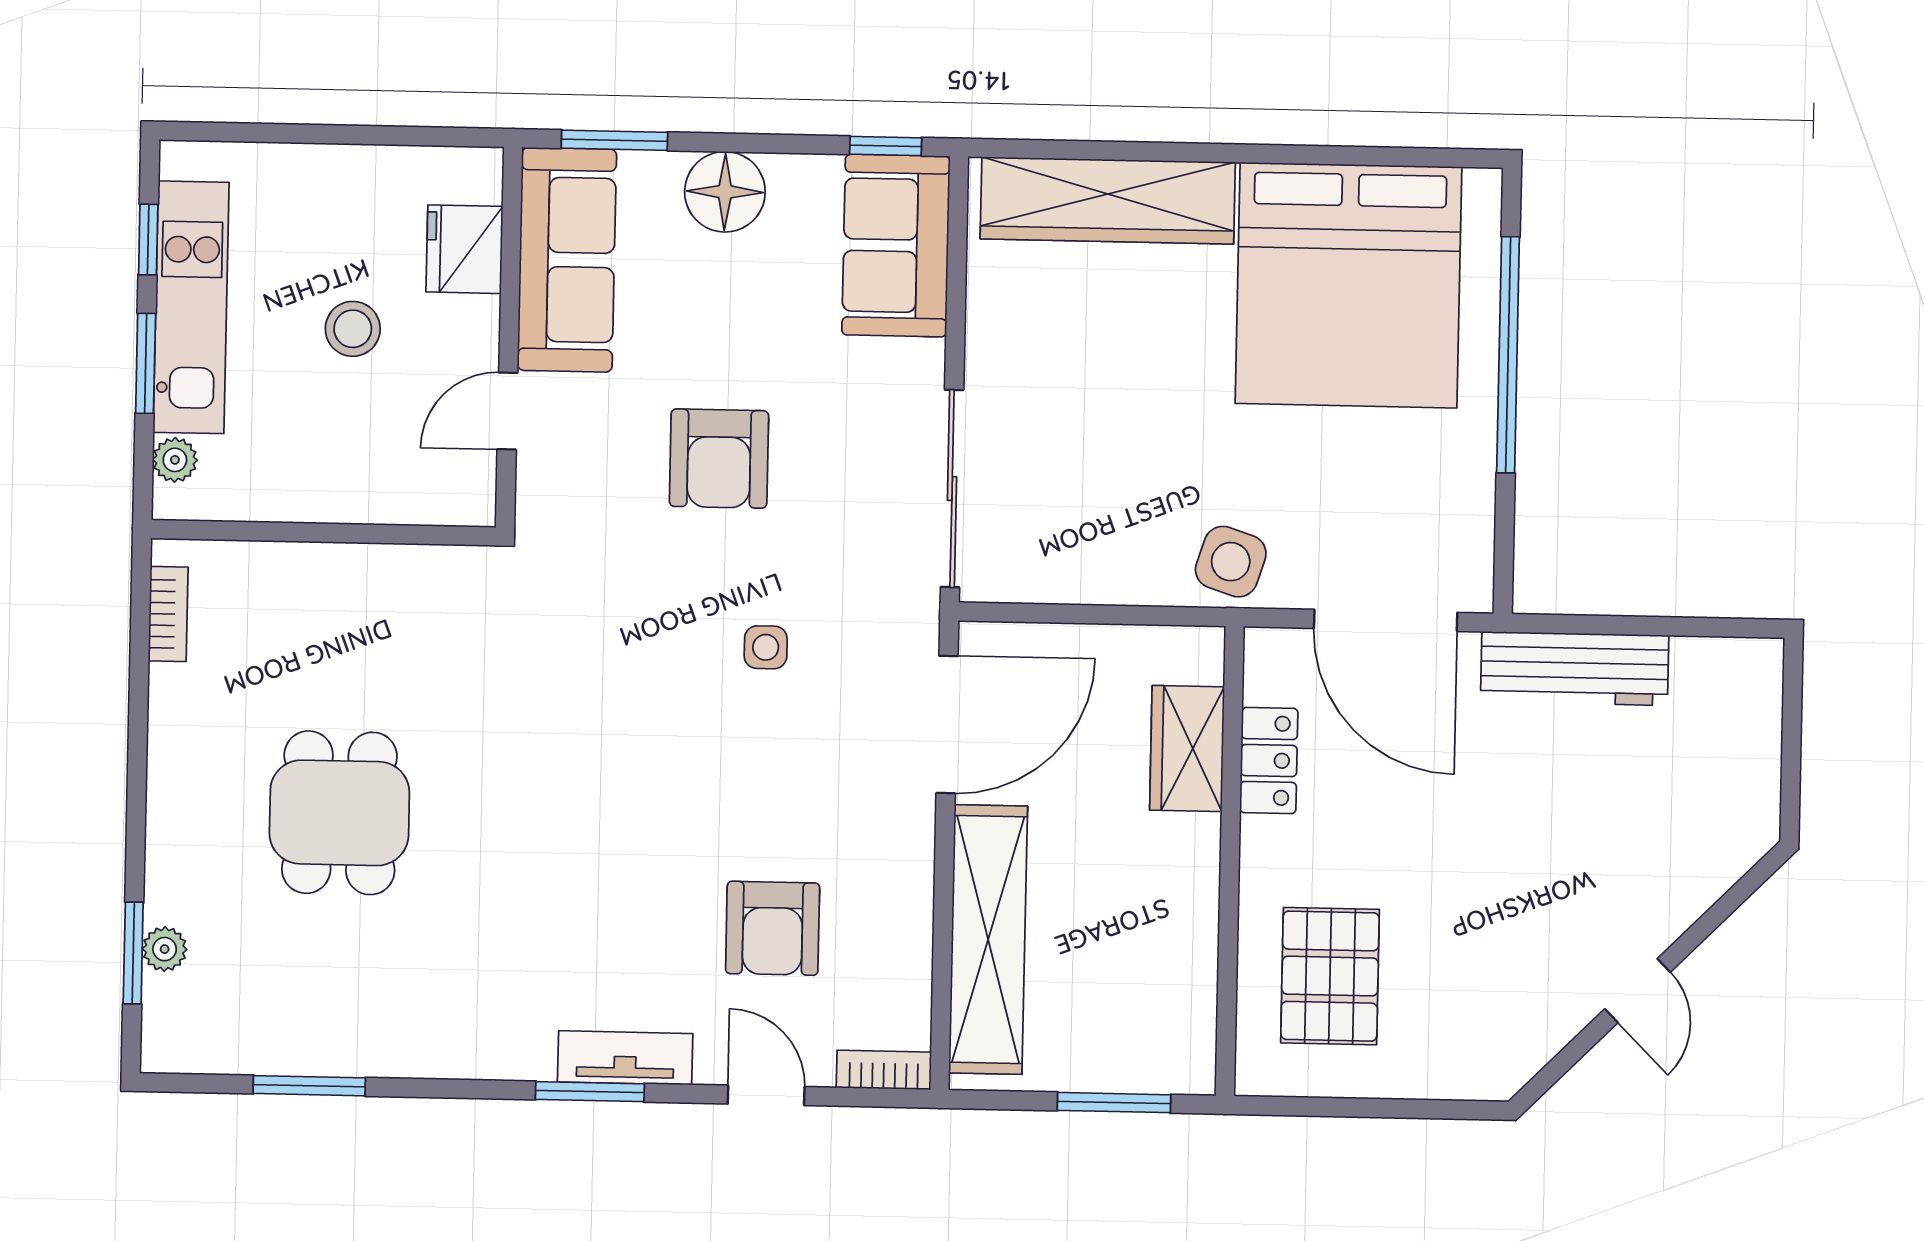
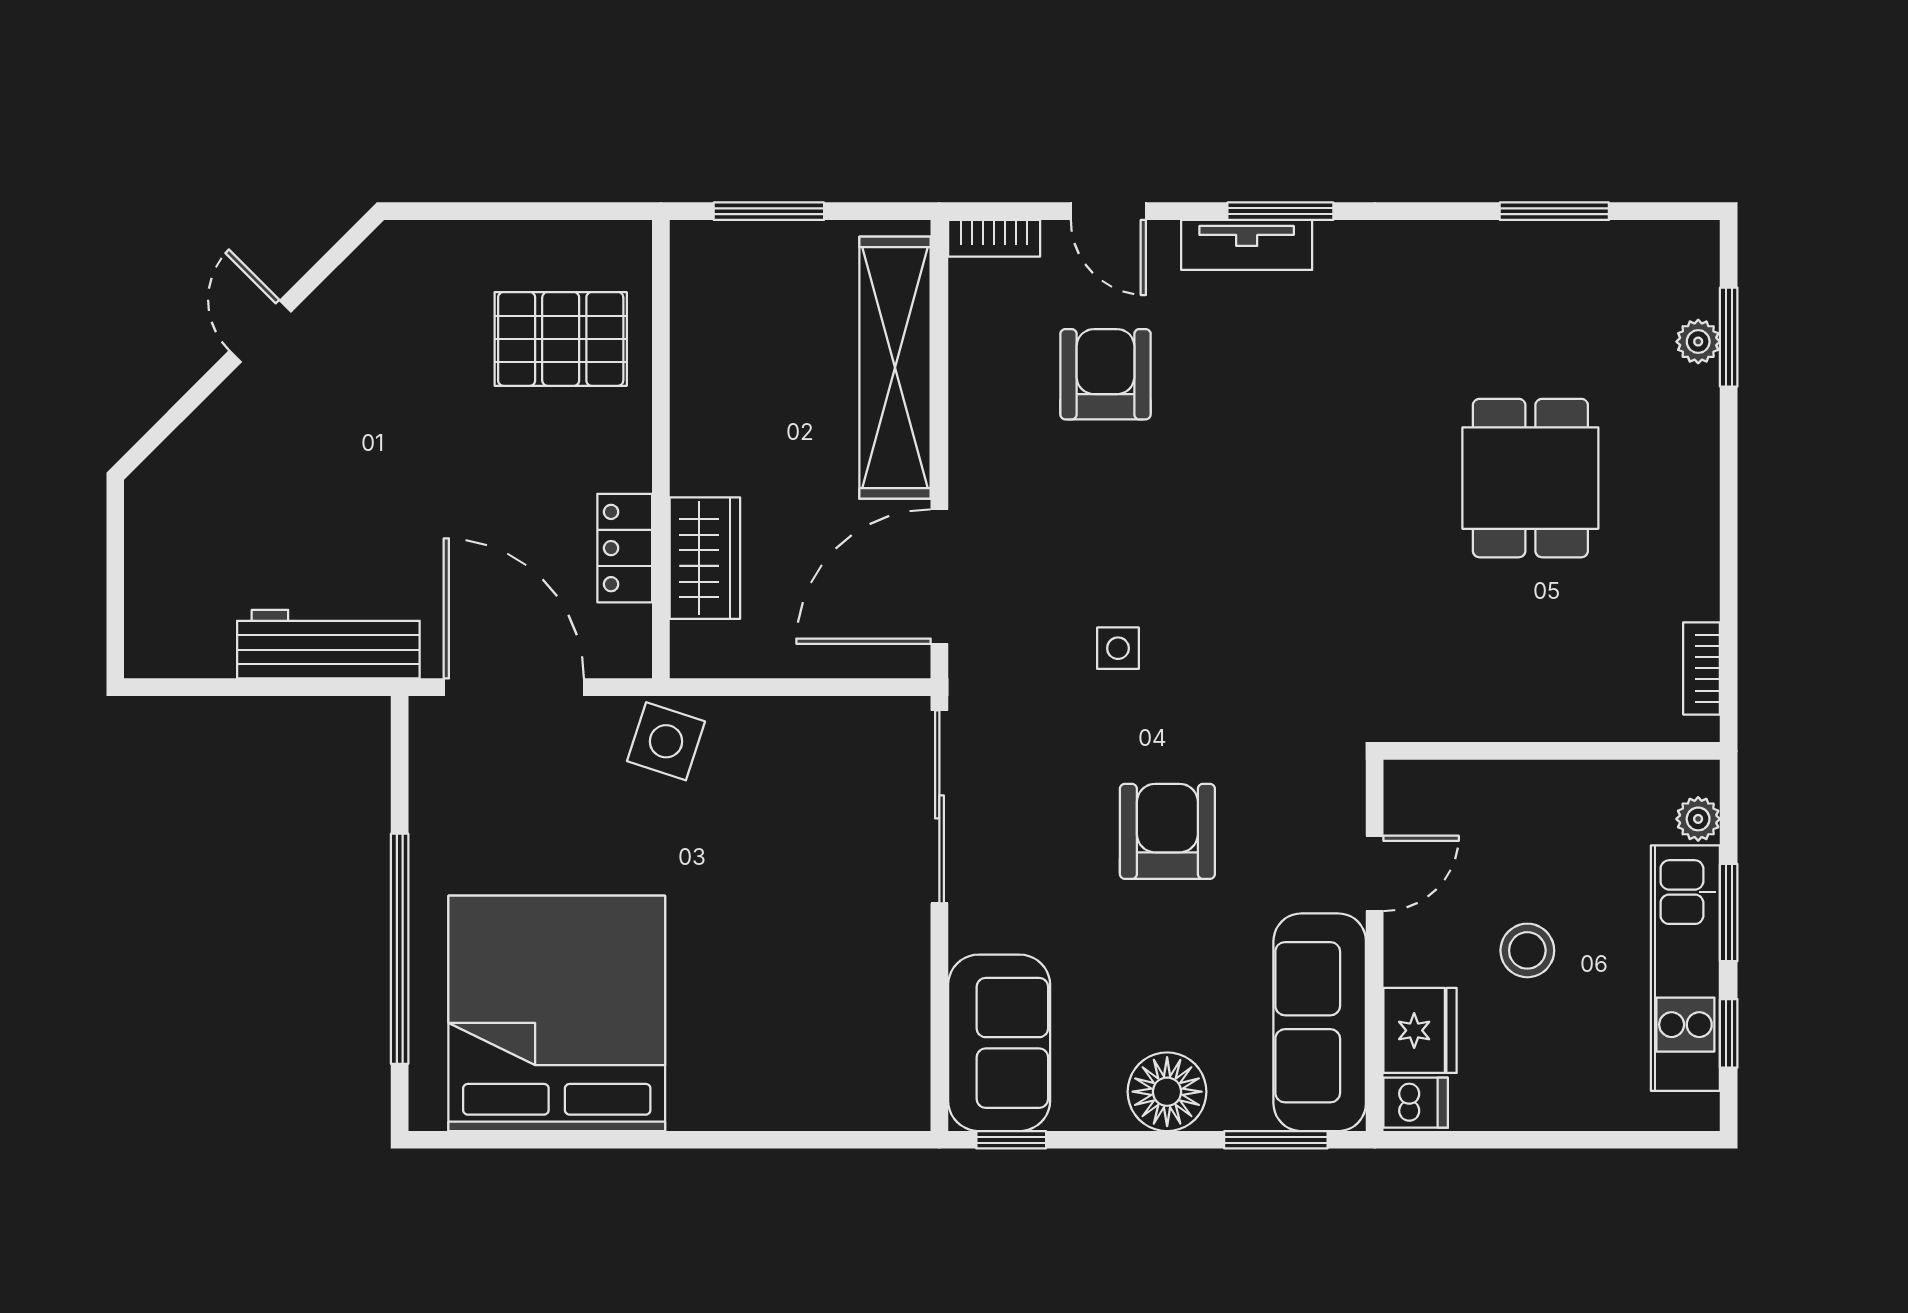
dishwasher: (470, 175) -> (1416, 1103), added
wardrobe: (1108, 201) -> (793, 1091), removed
pallet: (1330, 976) -> (561, 339), turned 90

